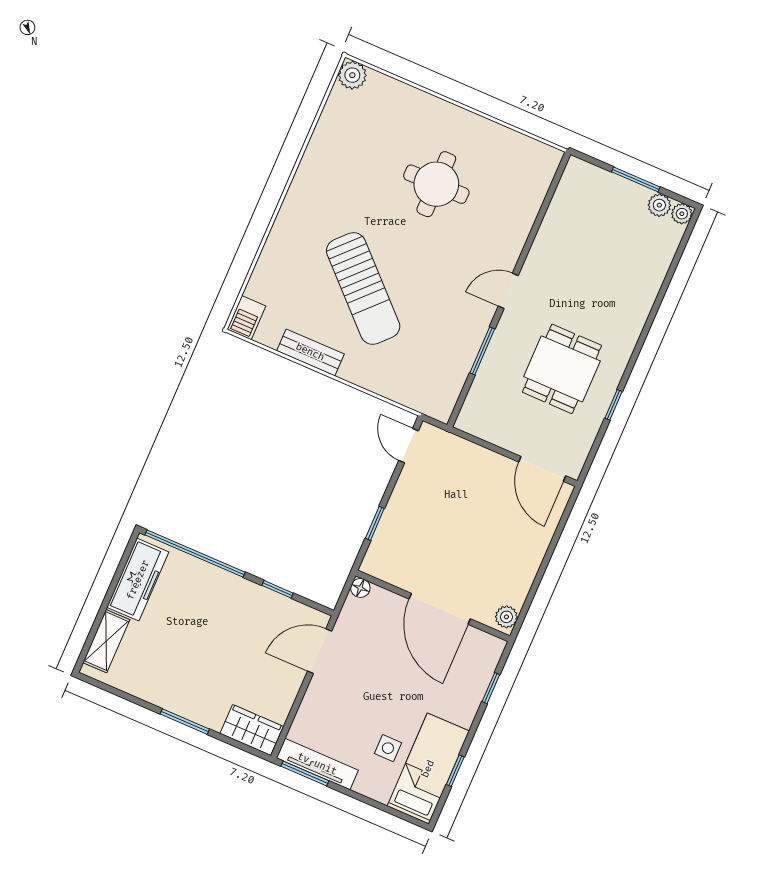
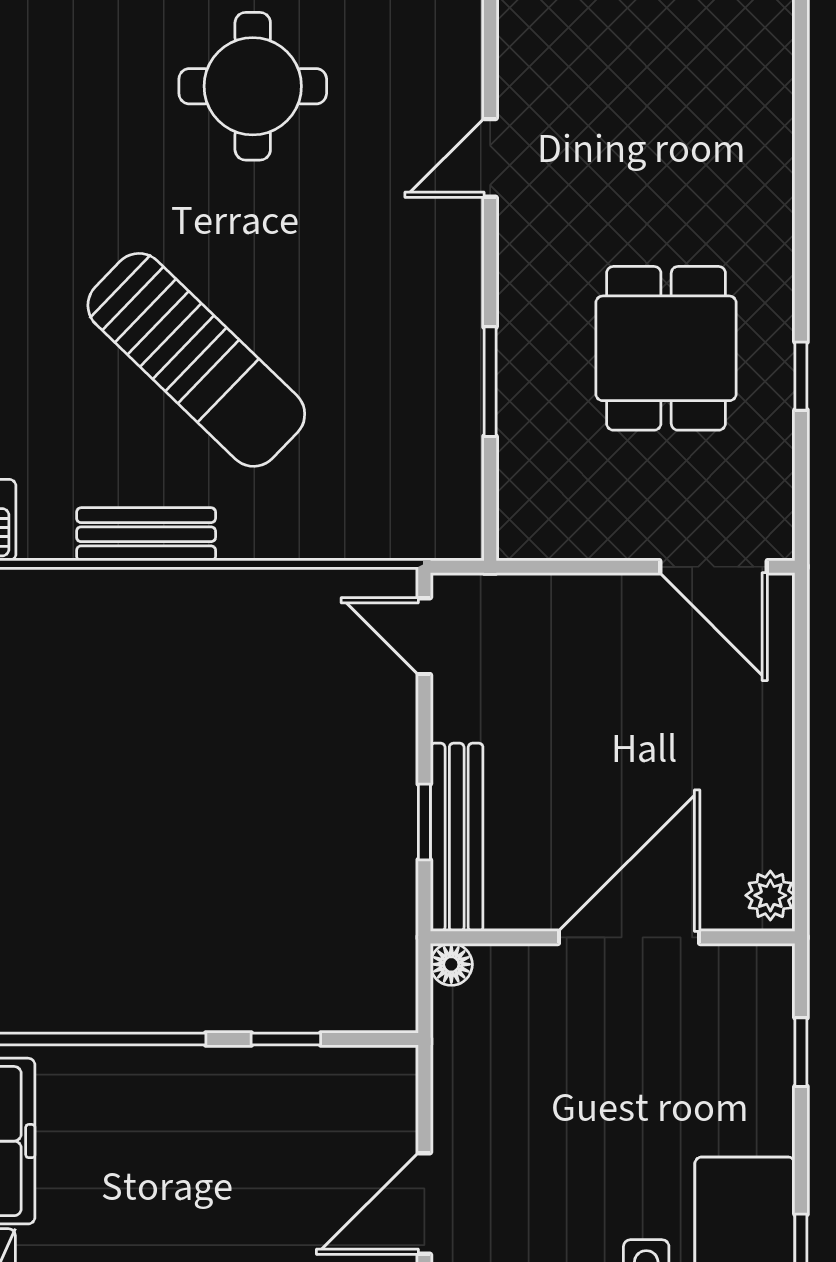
door: (508, 291) -> (490, 158), moved
bench: (386, 536) -> (457, 837), added
door: (440, 609) -> (629, 937), swing flipped
door: (320, 651) -> (424, 1203), moved

